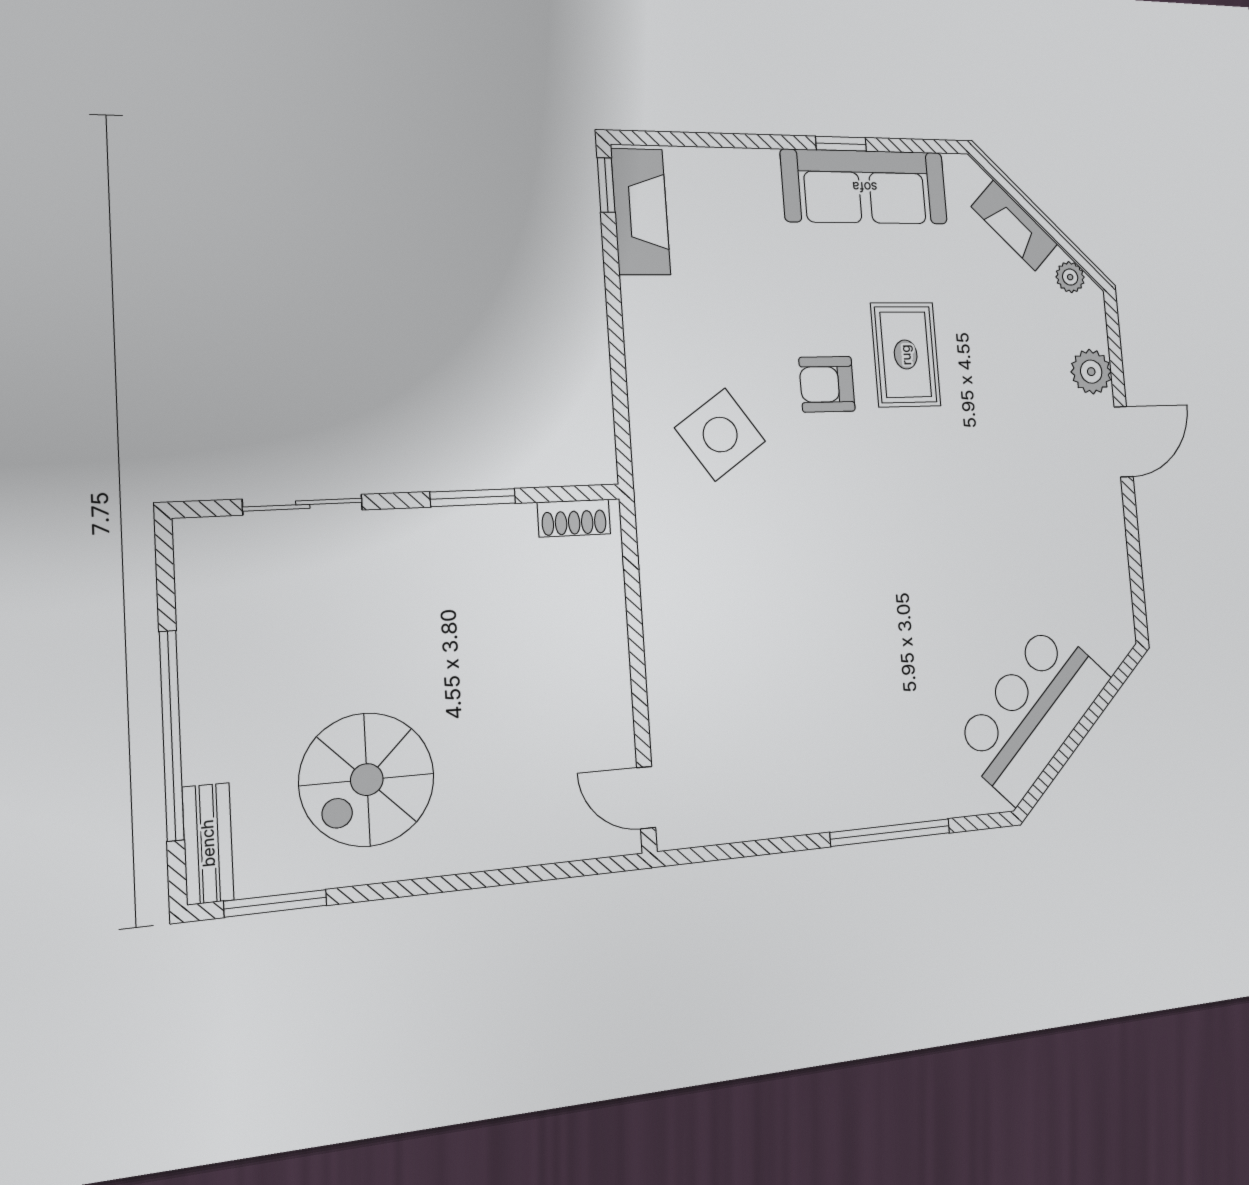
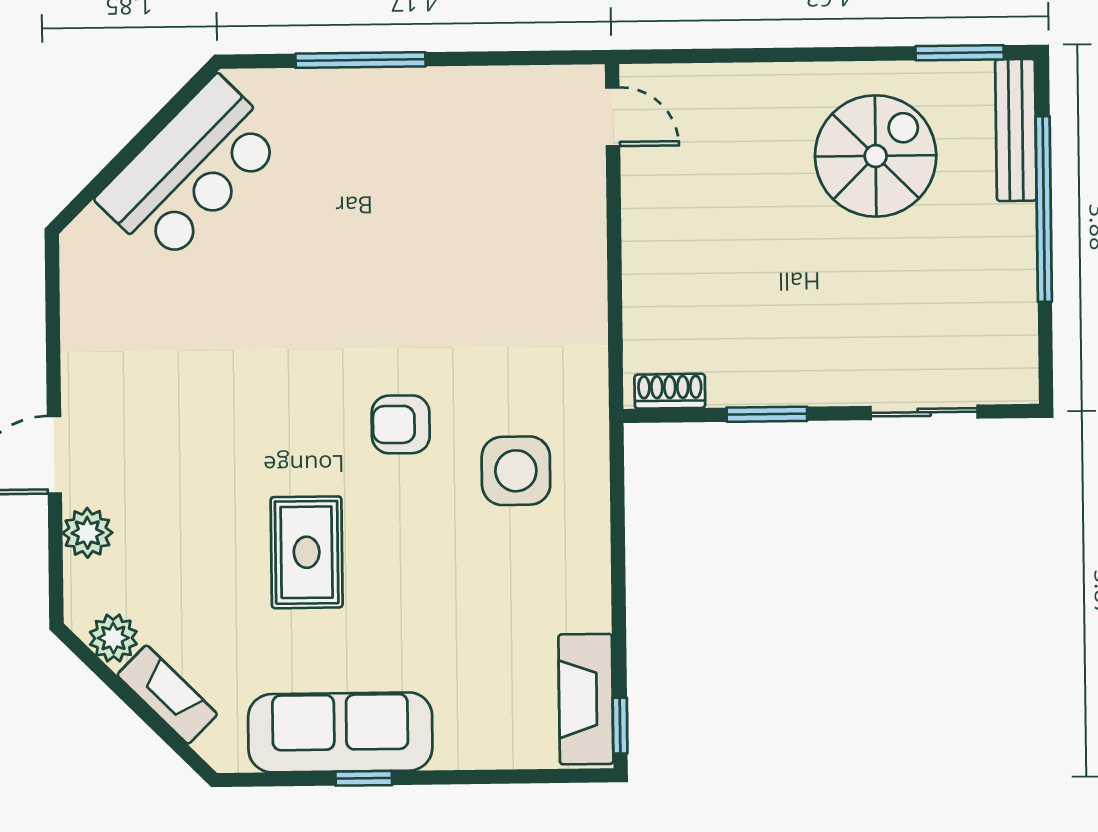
plant: (1070, 277) -> (113, 638), width x1.38, depth x1.38
armchair: (827, 384) -> (401, 424), moved, turned 180
side table: (720, 435) -> (516, 471), turned 35
bench: (208, 843) -> (1016, 130), width x1.36

